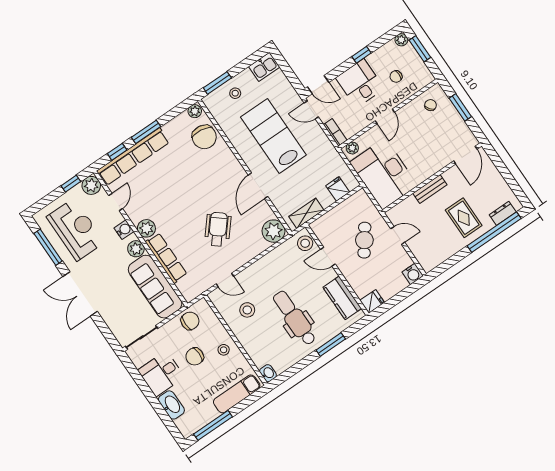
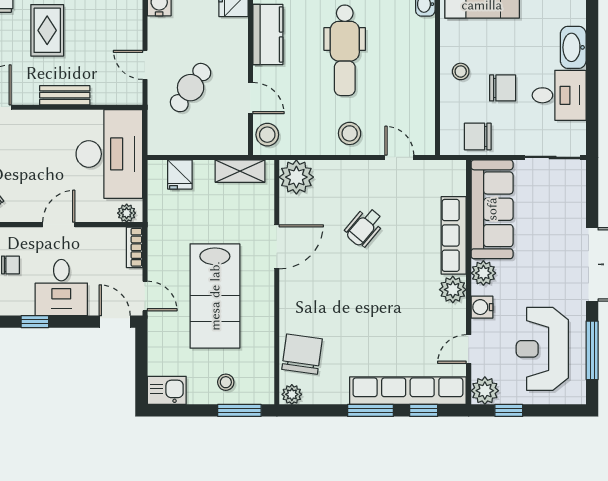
wheelchair: (218, 229) -> (364, 227), width x0.73, depth x0.73
stool: (247, 310) -> (350, 133), moved

